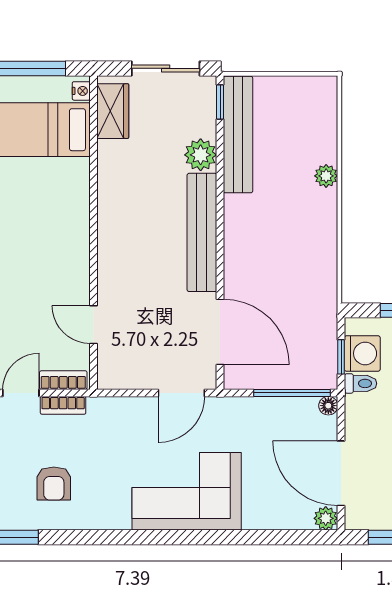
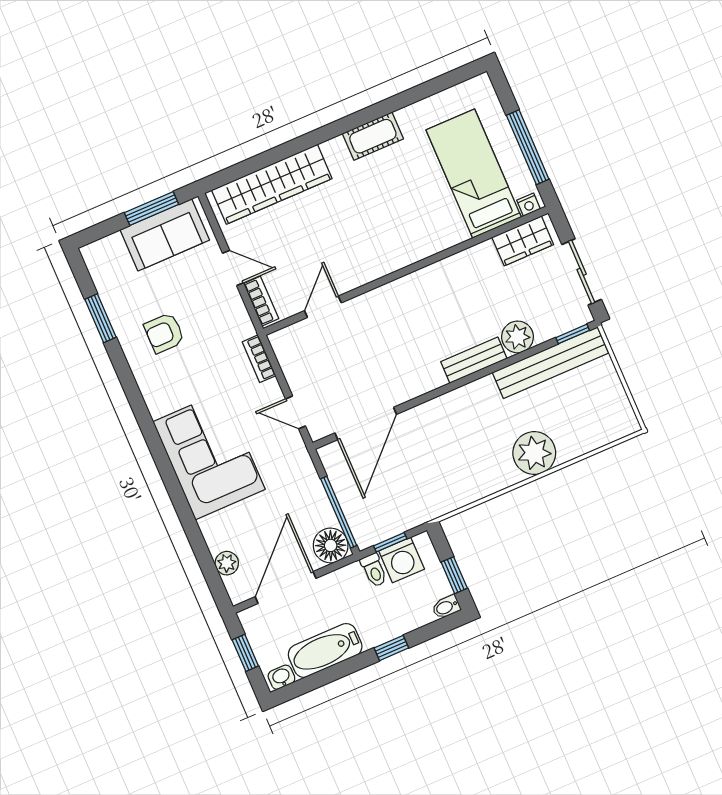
plant: (326, 176) -> (534, 453), width x1.88, depth x1.88
bench: (202, 232) -> (474, 360), width x0.54, depth x0.82
door: (181, 393) -> (296, 412), width x0.73
bookcase: (63, 405) -> (259, 359), moved
floor lamp: (328, 406) -> (331, 545), width x1.89, depth x1.89
plant: (326, 518) -> (227, 563), moved

